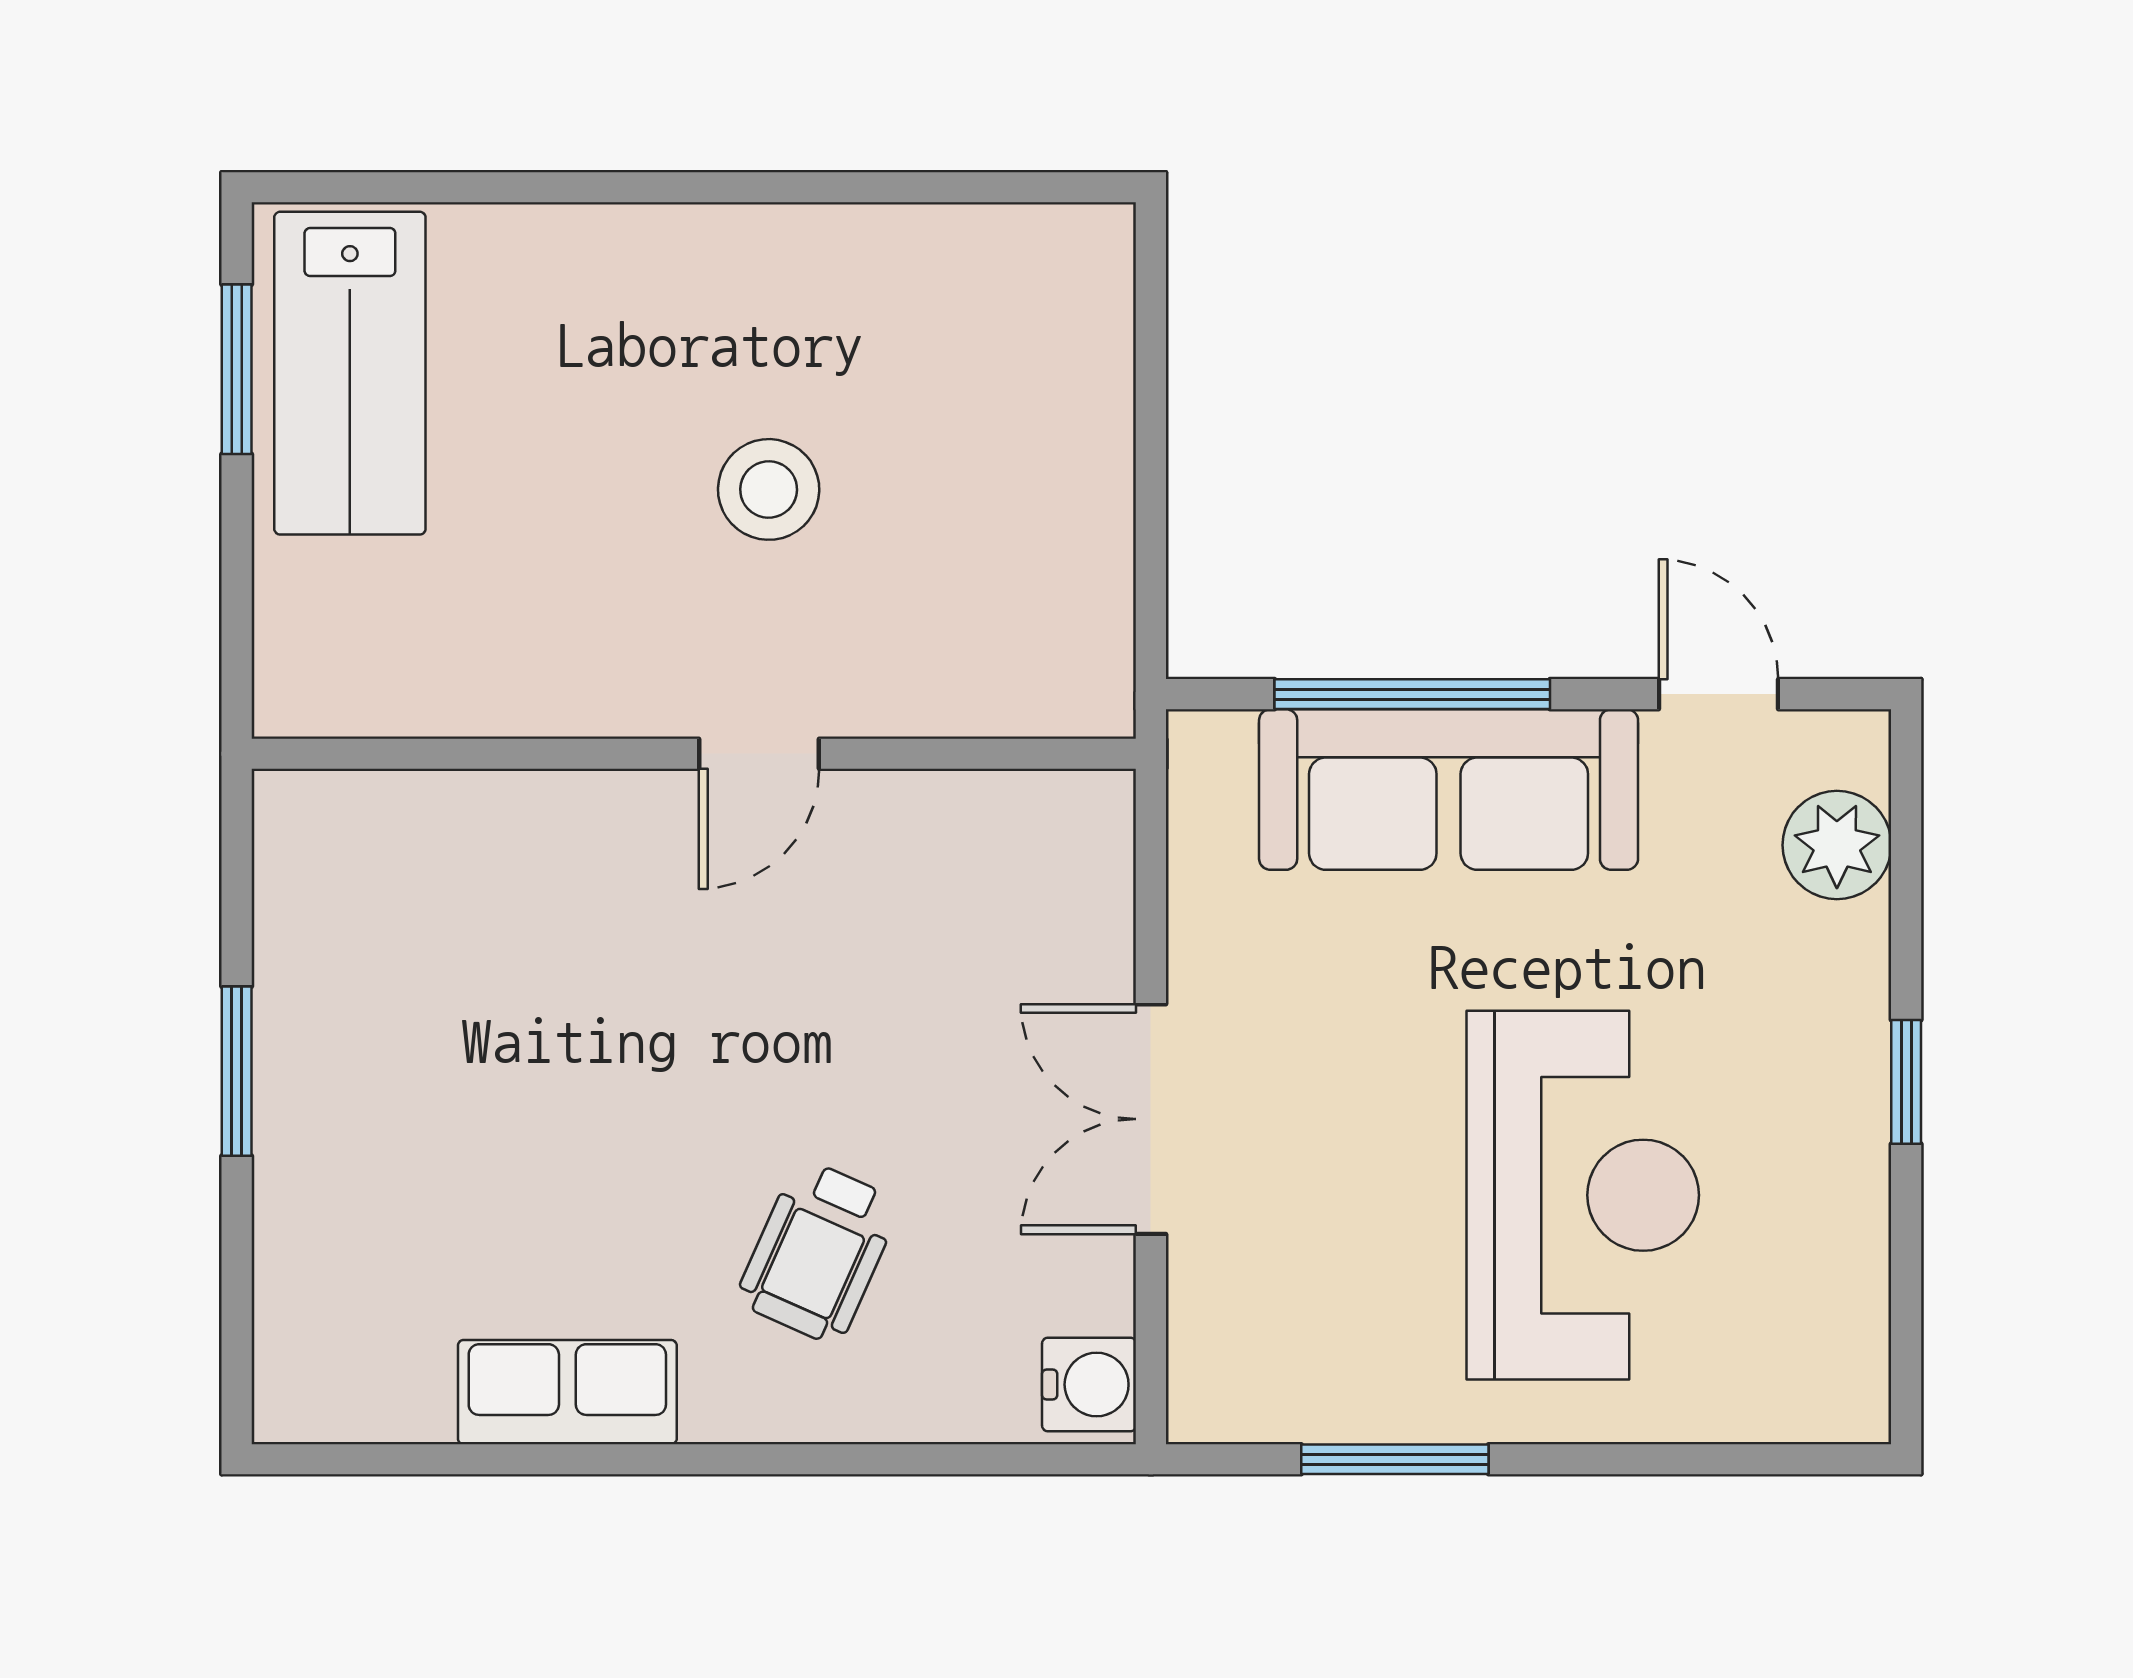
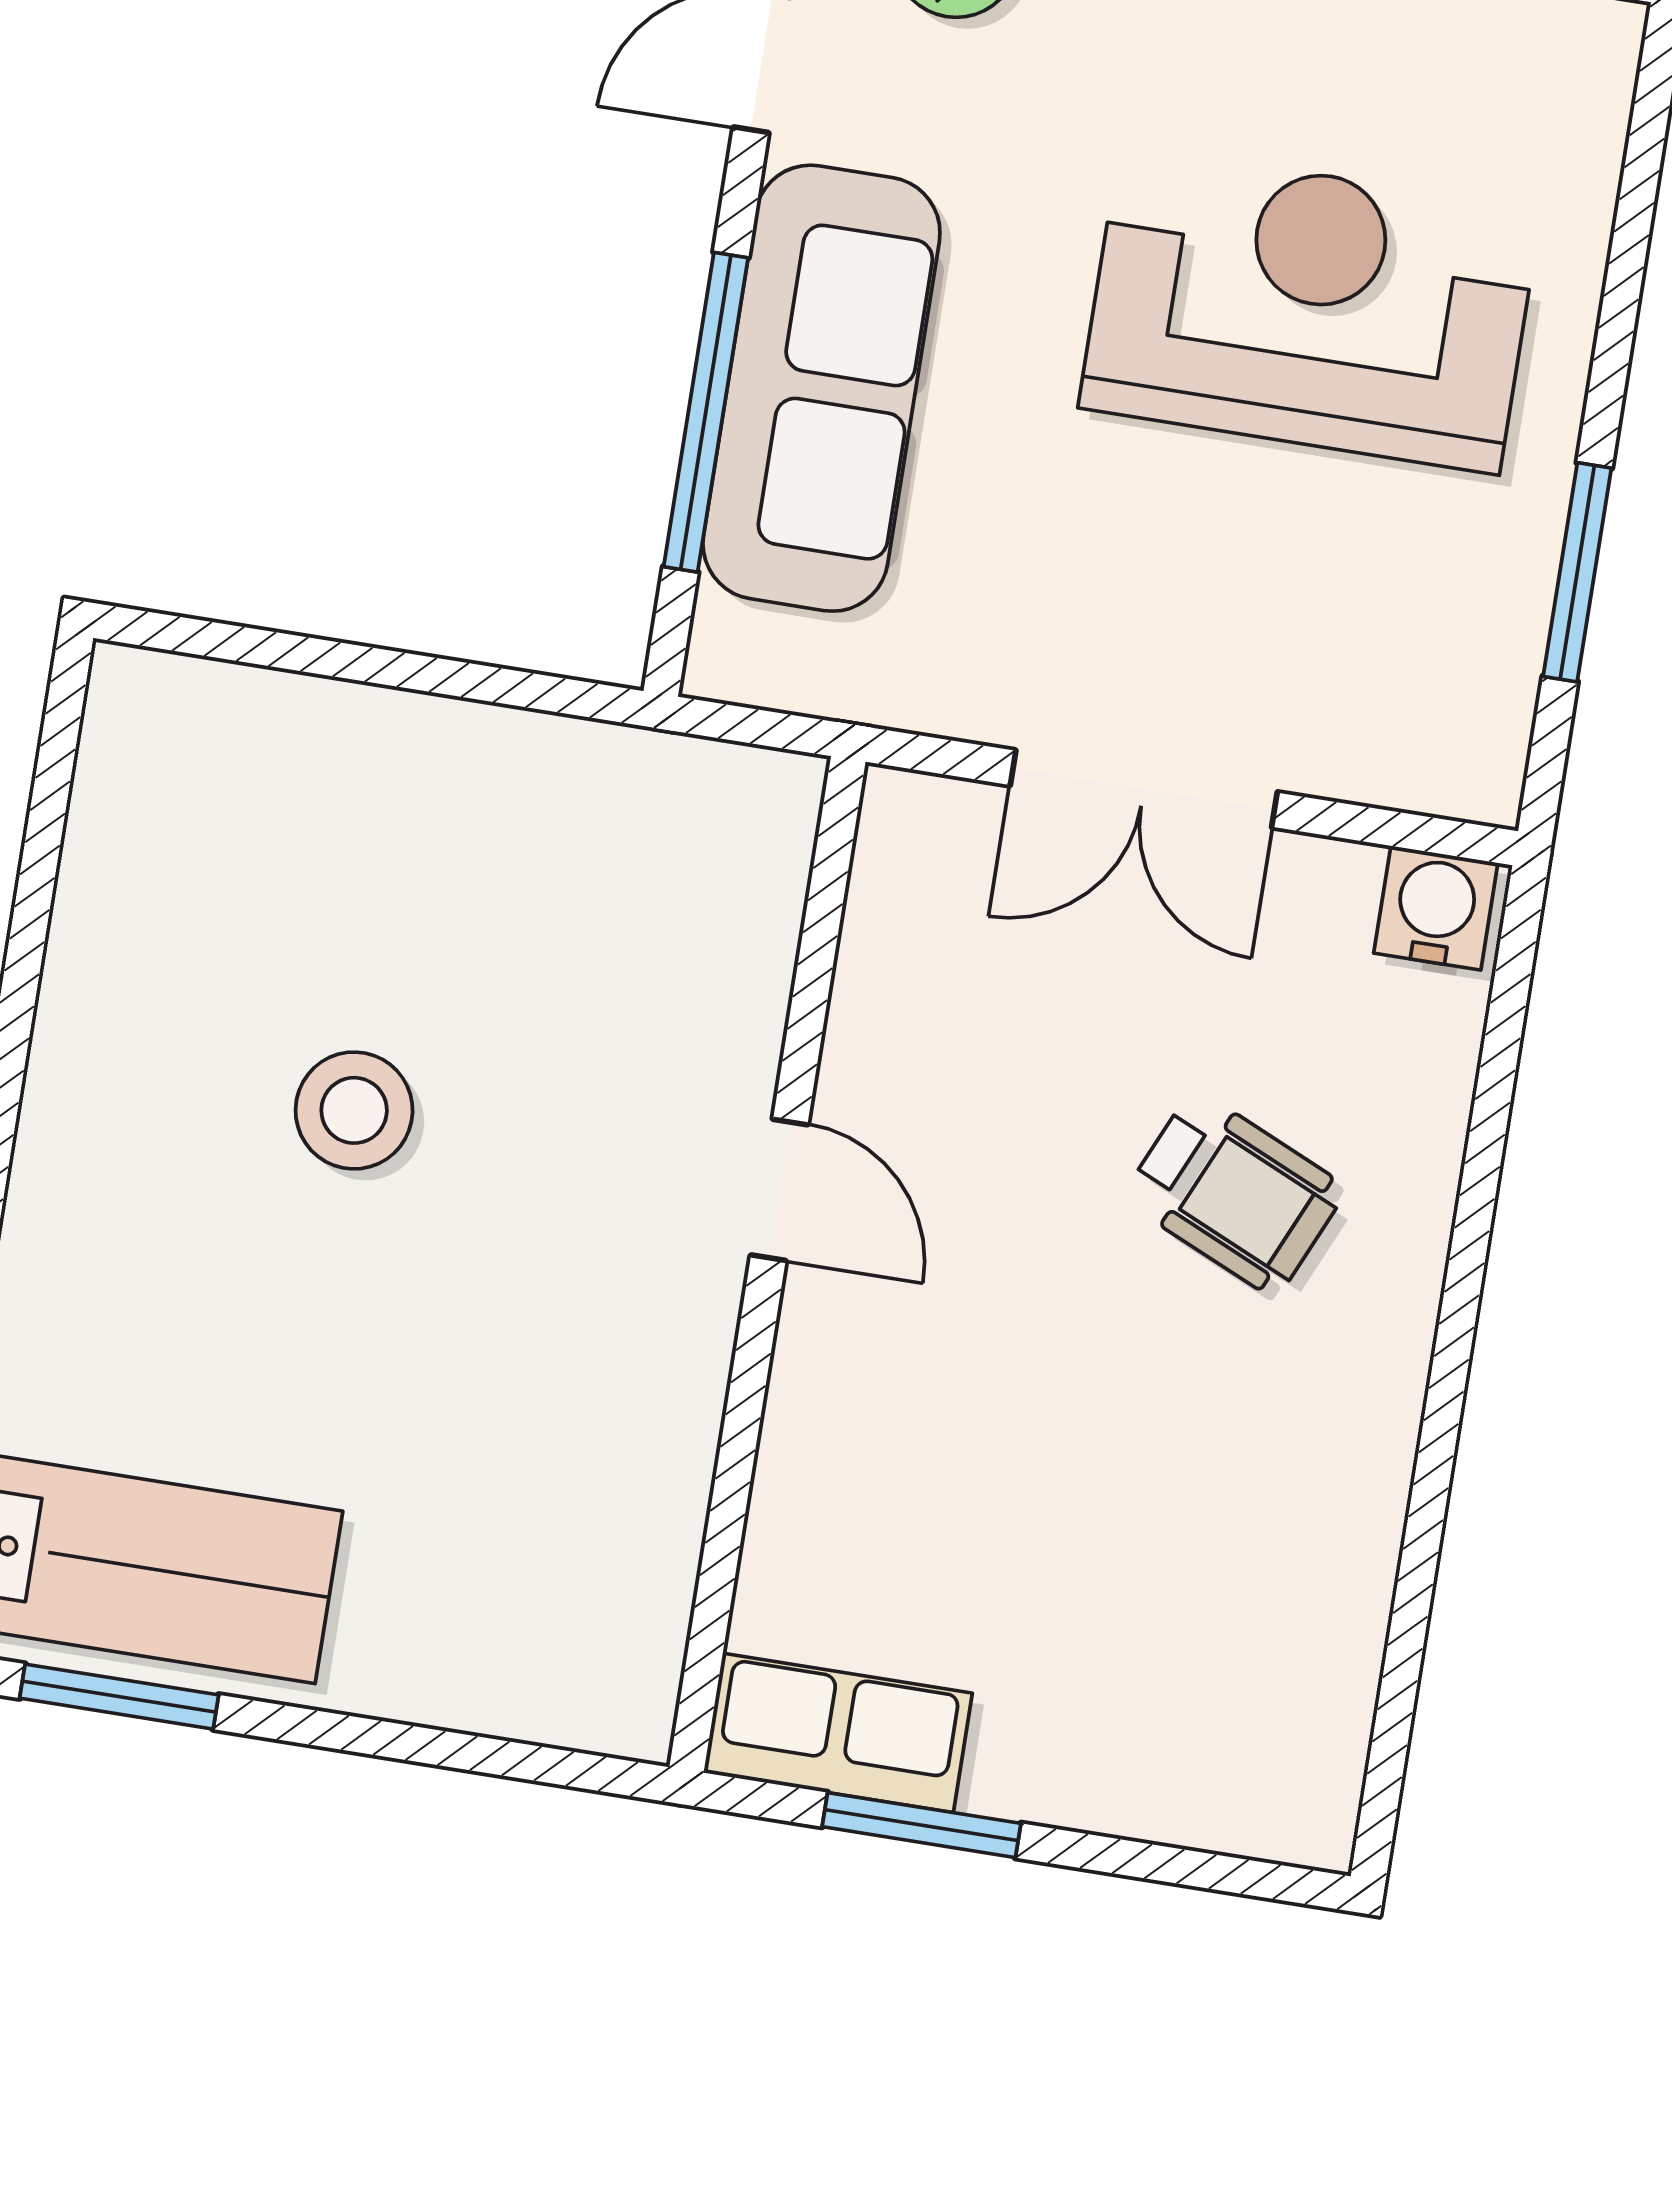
wall: (694, 754) -> (767, 1264), moved
door: (759, 754) -> (779, 1190), moved
row of seats: (567, 1392) -> (838, 1733), moved, turned 90

